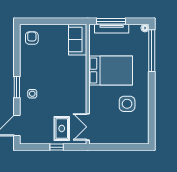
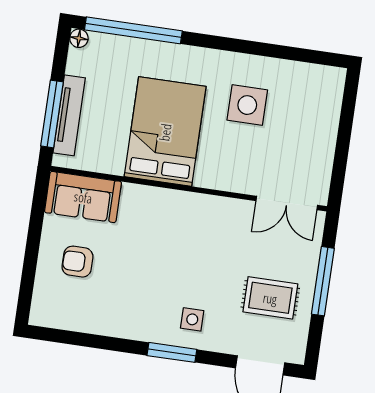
armchair: (32, 38) -> (77, 262), moved
rug: (62, 128) -> (270, 298), moved
window: (57, 147) -> (323, 281), width x2.17

